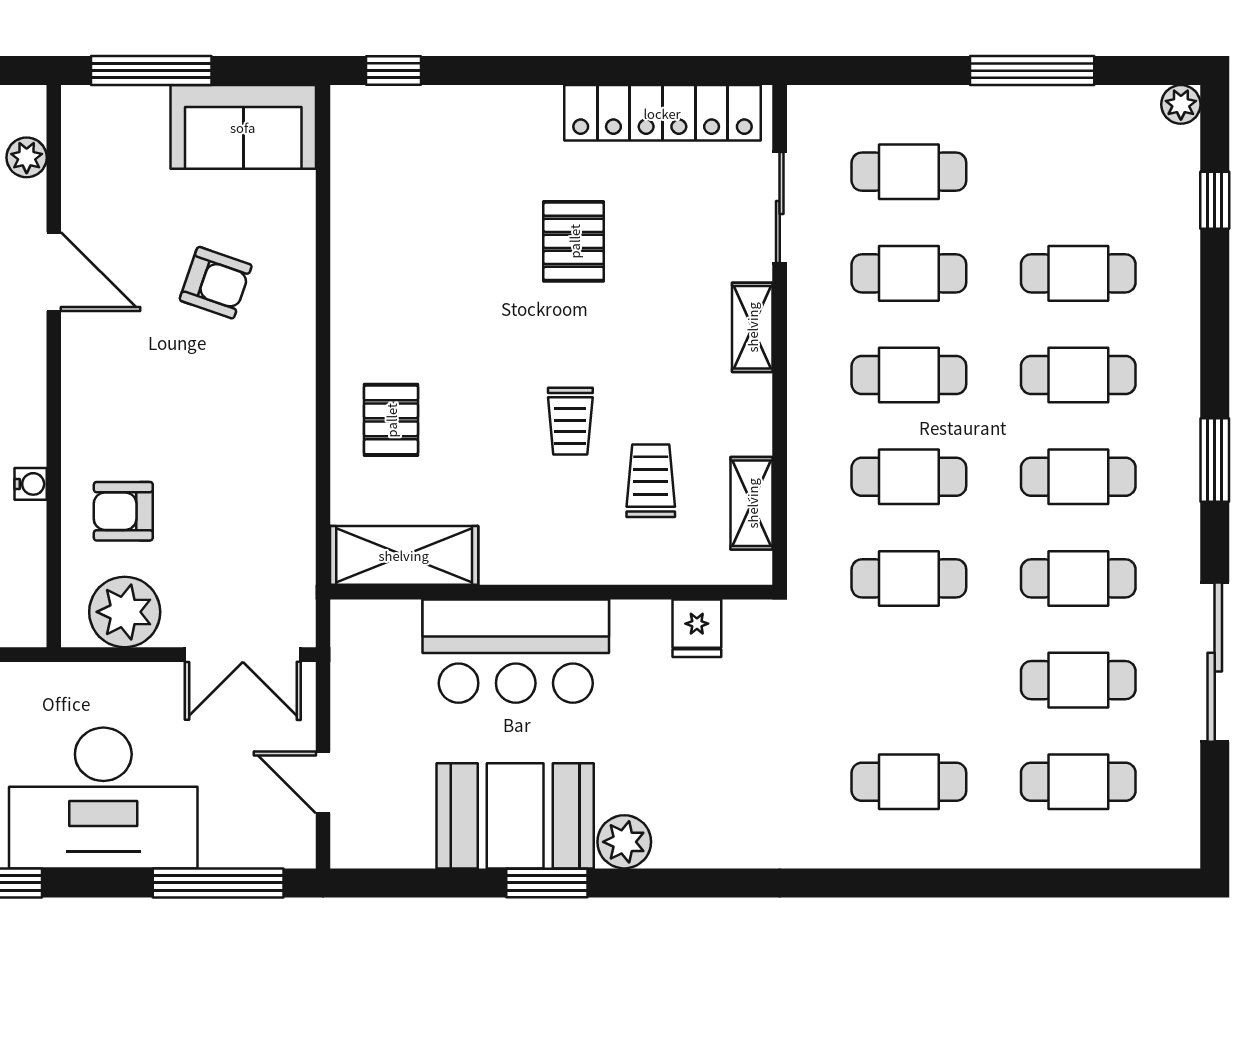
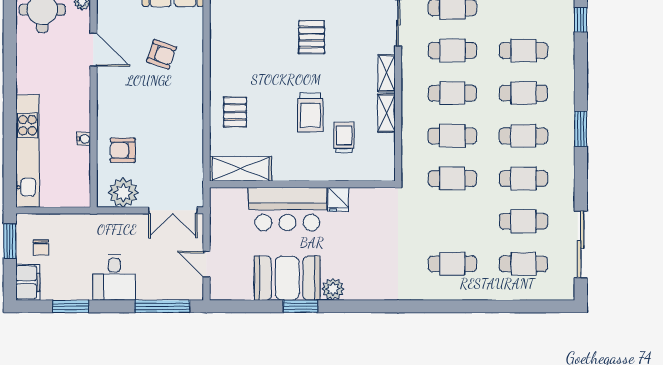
trolley: (570, 421) -> (310, 113), width x1.36, depth x1.39
shelving: (752, 503) -> (386, 113), moved
fridge: (697, 628) -> (338, 199), moved
sliding door: (1215, 662) -> (581, 244), moved
desk: (103, 798) -> (114, 277), width x0.53, depth x0.77

